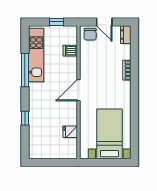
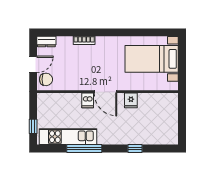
window: (57, 22) -> (33, 126), moved
dishwasher: (70, 51) -> (88, 100), moved
fridge: (70, 132) -> (131, 100), moved

